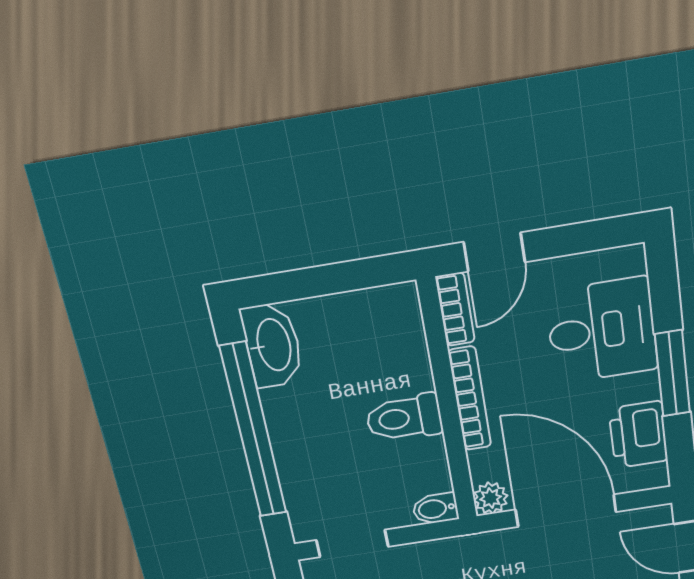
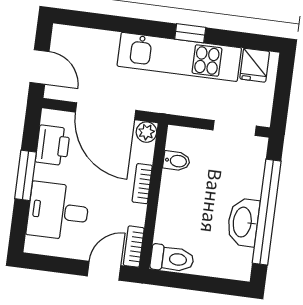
washbasin: (272, 345) -> (243, 222), moved
bookcase: (470, 399) -> (142, 184), width x0.64
toilet: (404, 418) -> (172, 259), moved
bidet: (435, 509) -> (177, 161), moved

